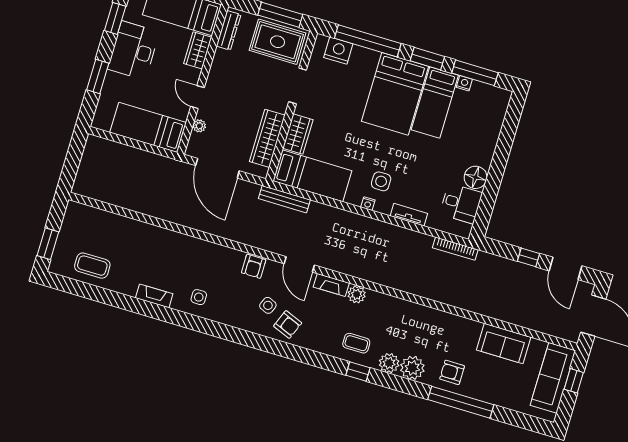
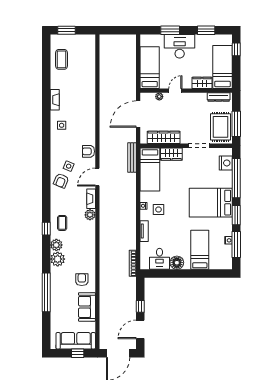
desk: (134, 51) -> (180, 46), moved
bed: (435, 102) -> (200, 250), moved, turned 90
armchair: (452, 372) -> (82, 280), moved

